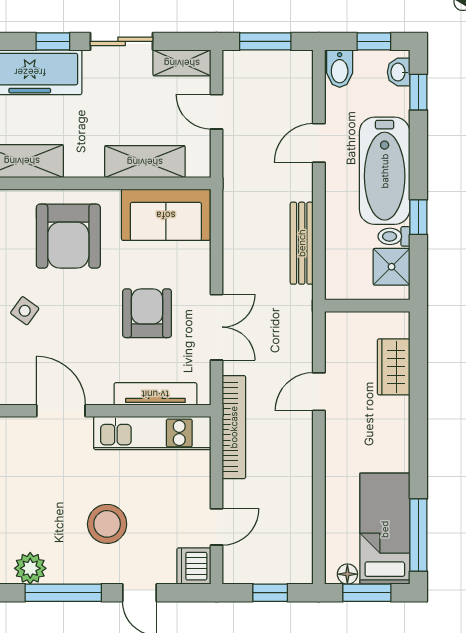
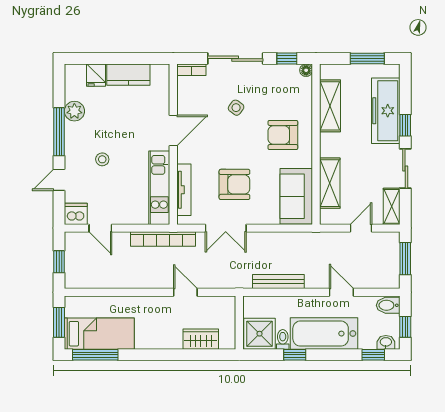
armchair: (68, 236) -> (283, 135), width x0.73, depth x0.73
shower: (392, 267) -> (260, 334), width x1.36, depth x1.36
stool: (107, 524) -> (102, 159), width x0.53, depth x0.53
floor lamp: (347, 574) -> (71, 310), removed

